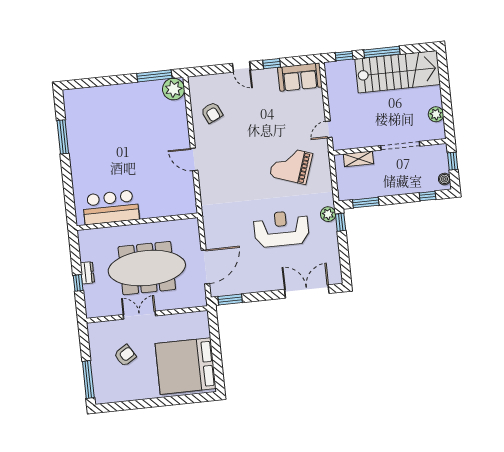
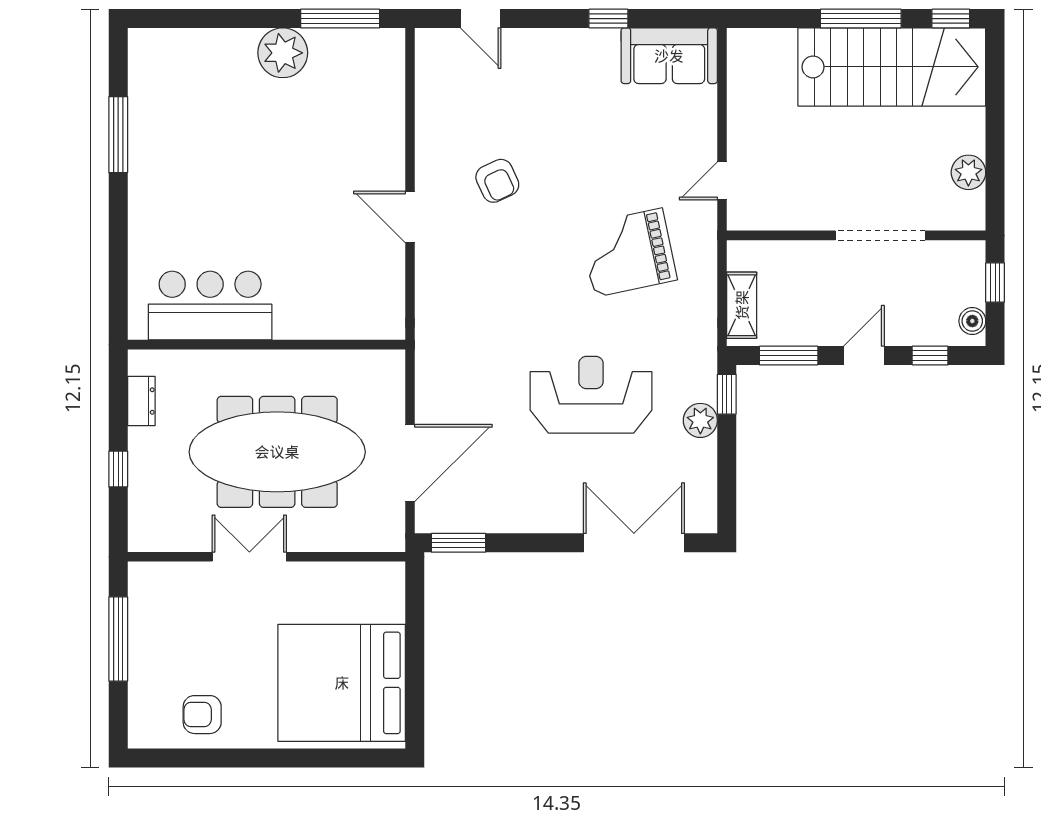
window: (344, 56) -> (951, 19), moved
door: (241, 67) -> (481, 19), moved
plant: (174, 89) -> (283, 53), moved
armchair: (212, 113) -> (497, 181), moved
shelving: (358, 159) -> (742, 305), moved, turned 90
grand piano: (291, 165) -> (628, 253), turned -31
door: (399, 199) -> (864, 356), added
plant: (328, 214) -> (700, 420), moved
dresser: (87, 273) -> (141, 401), moved
armchair: (125, 355) -> (202, 715), moved, turned -148
window: (88, 379) -> (118, 639), moved

